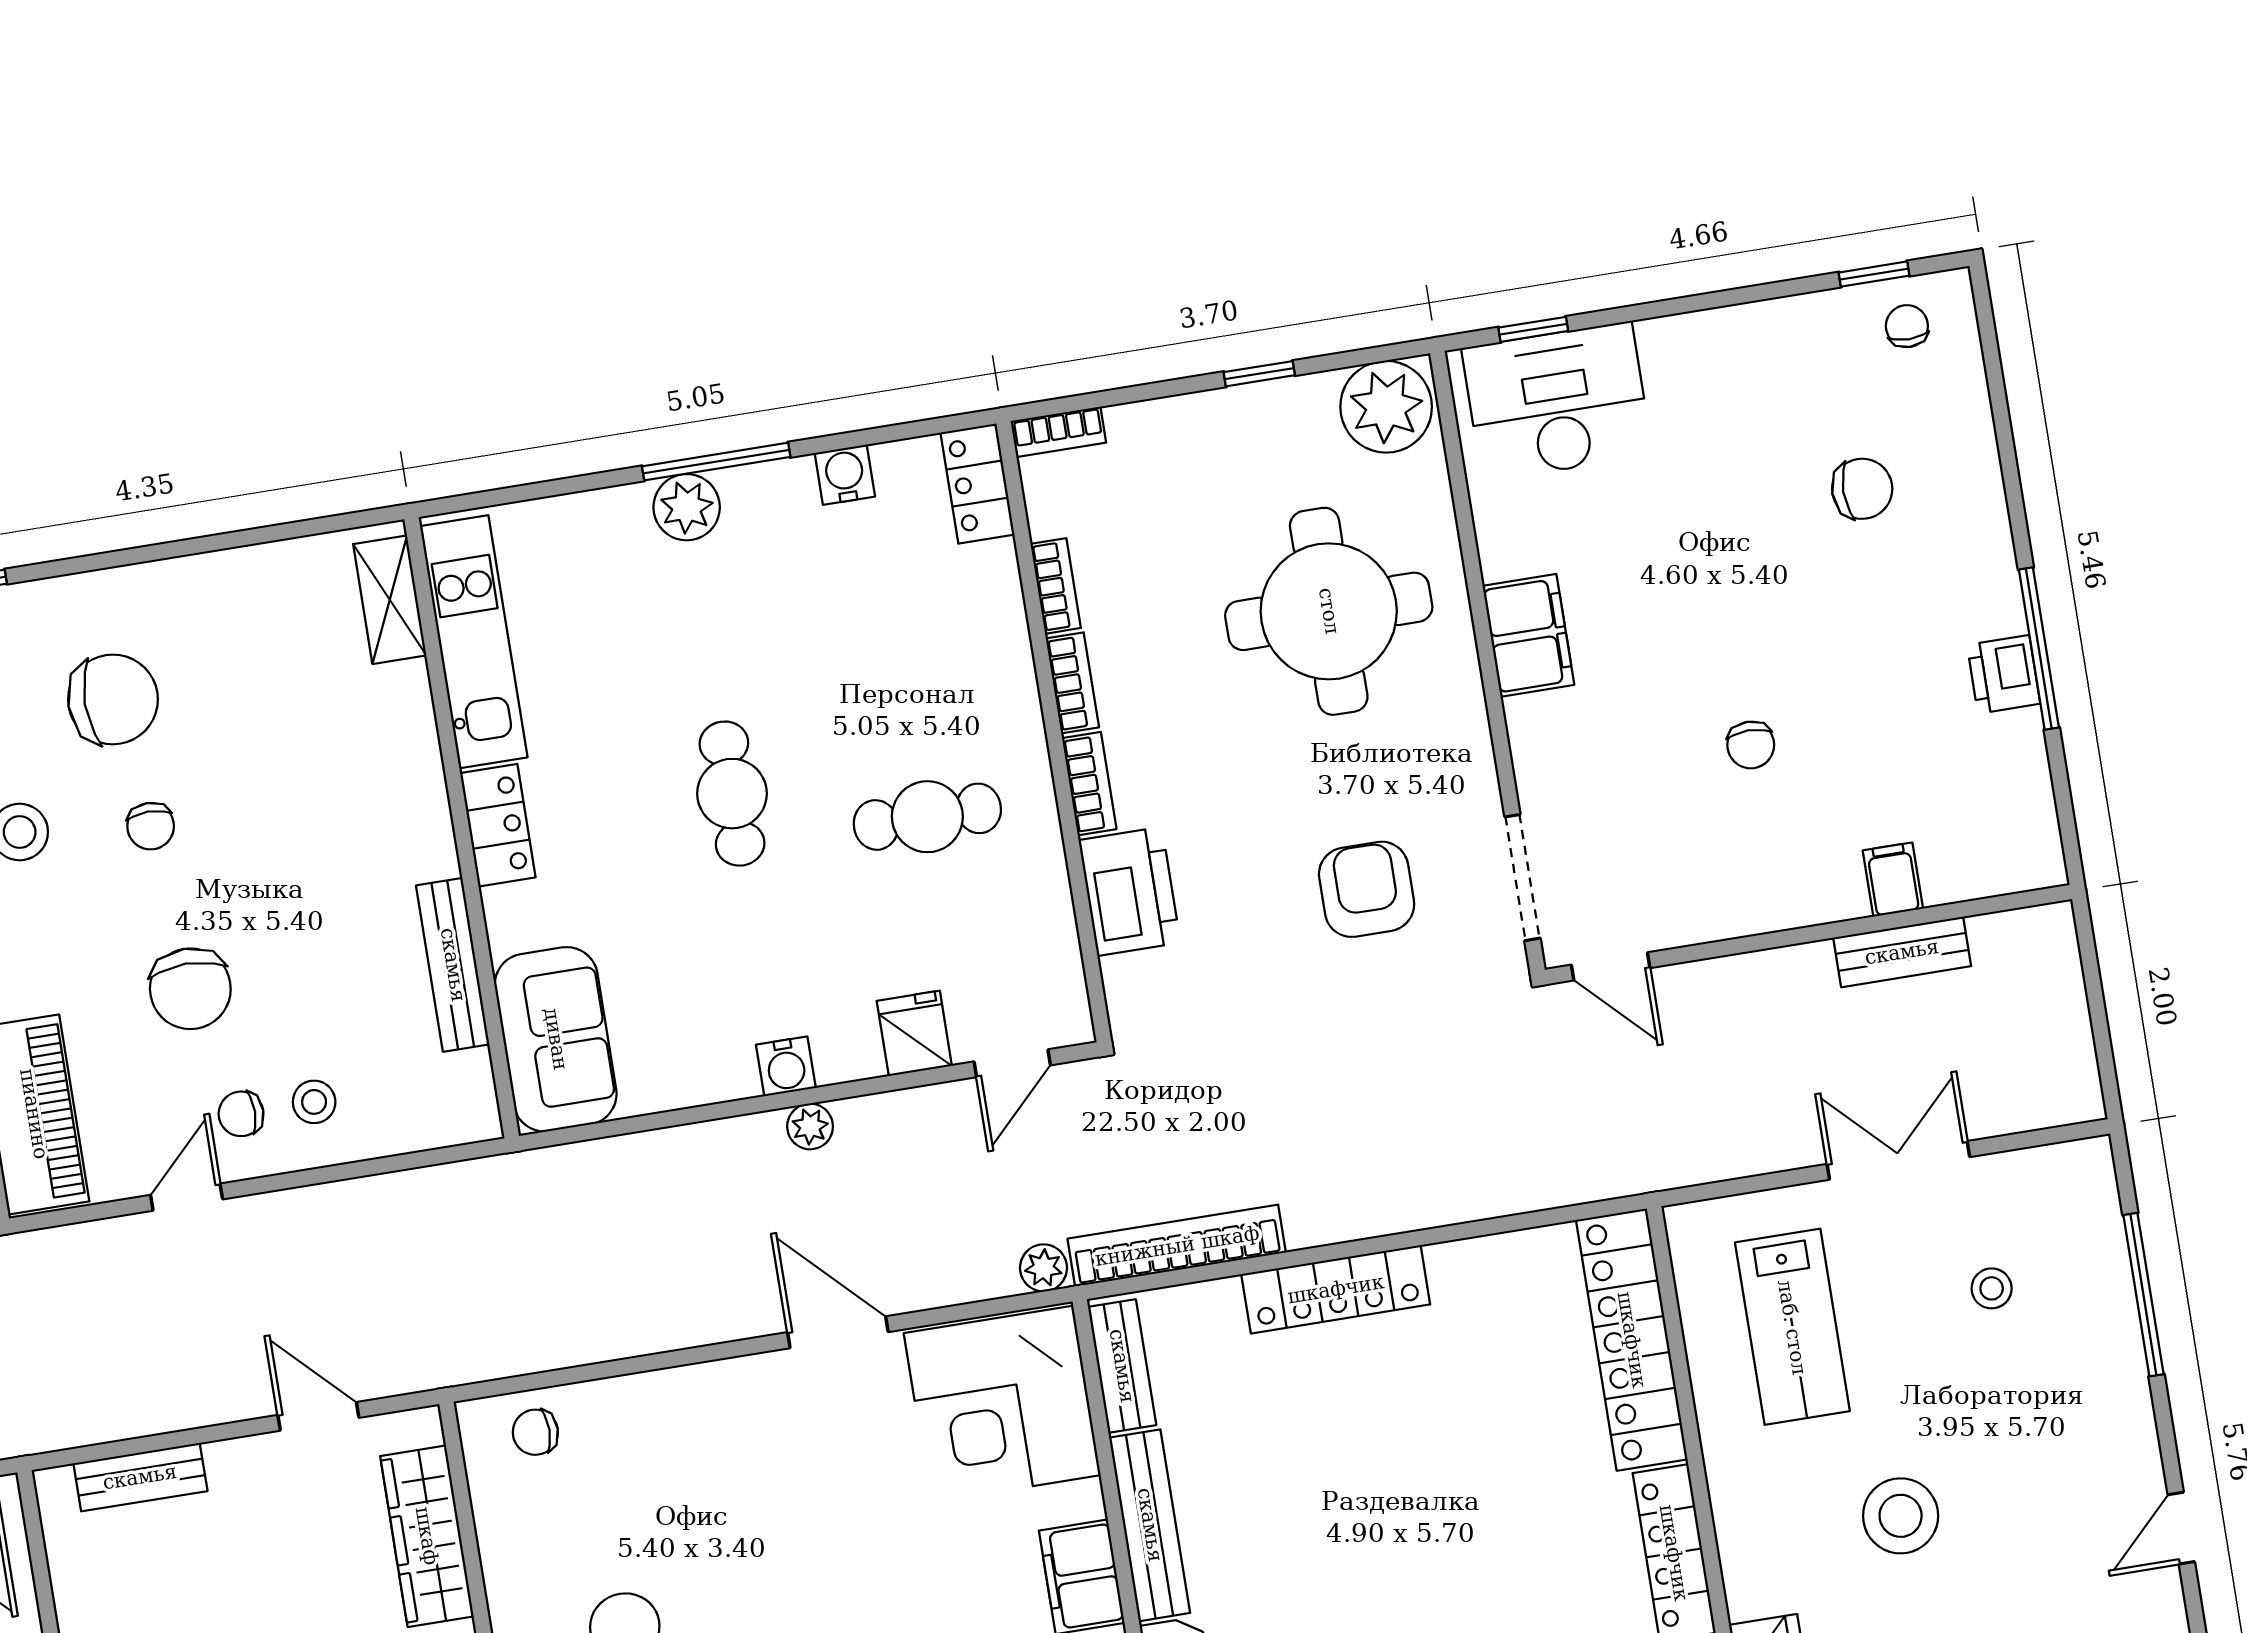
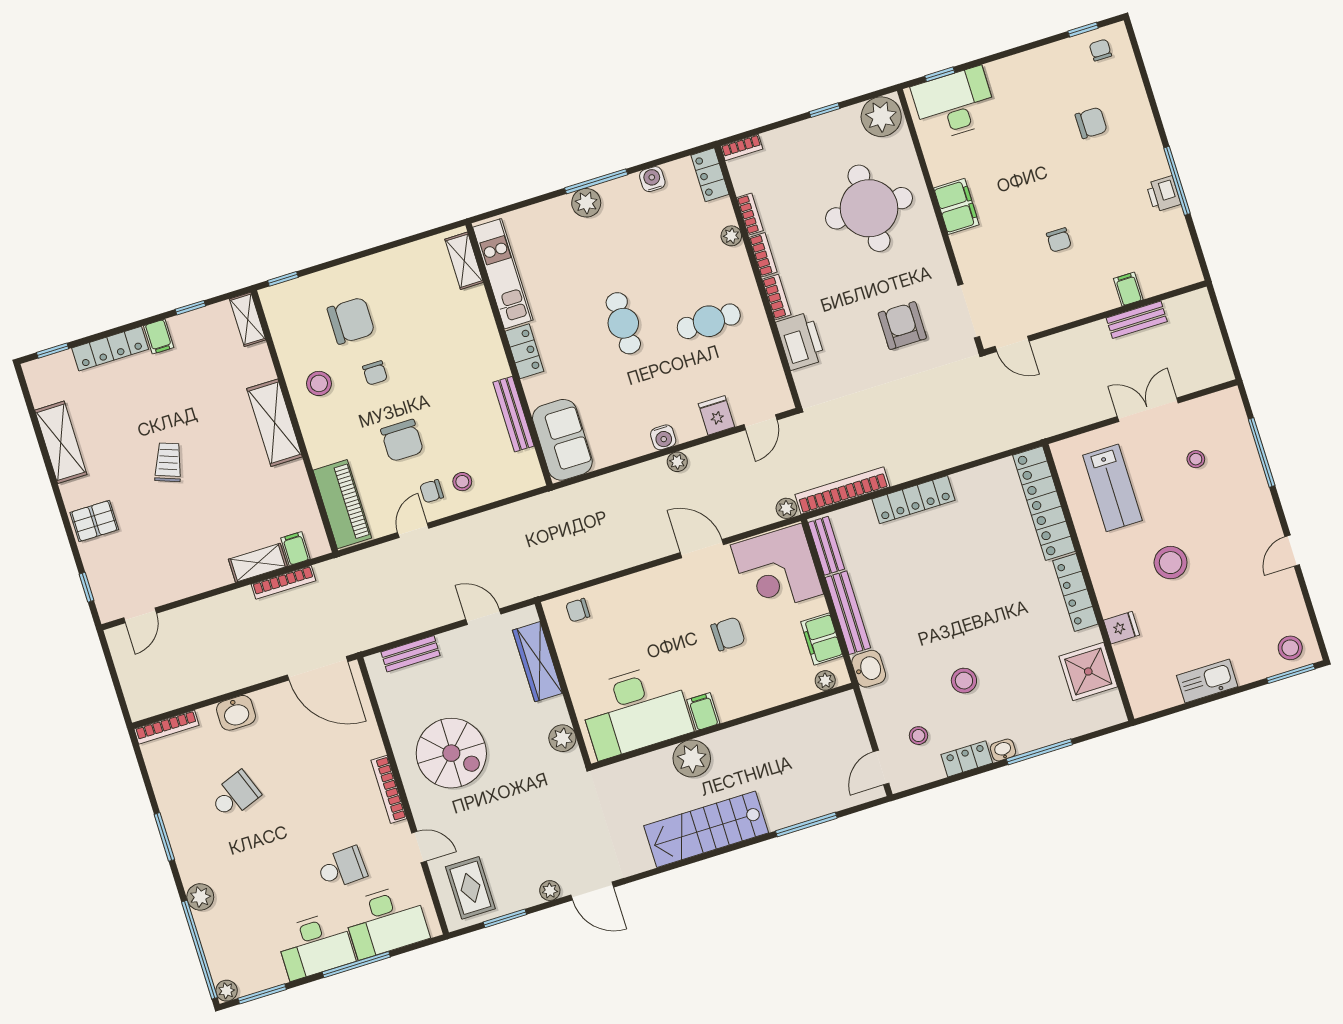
plant: (1006, 629) -> (731, 236), added
chair: (870, 1535) -> (728, 634), added

